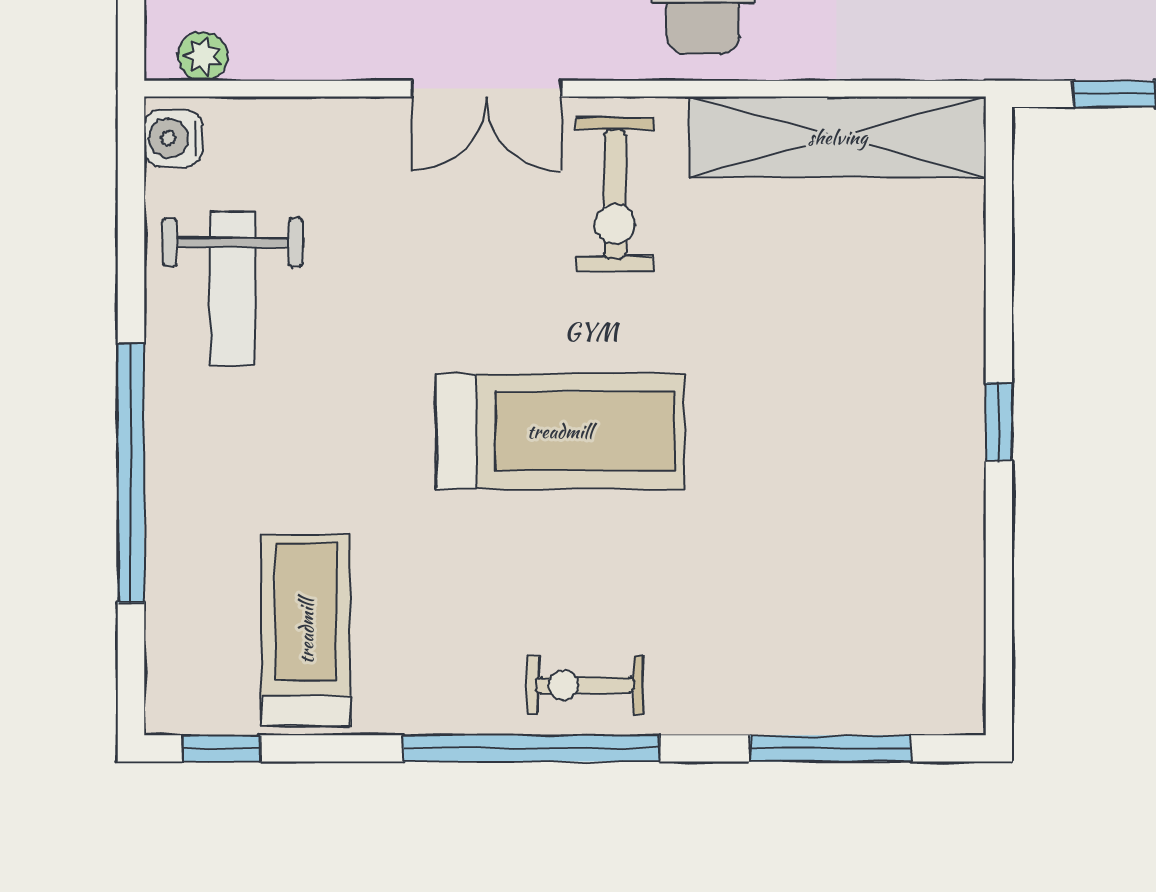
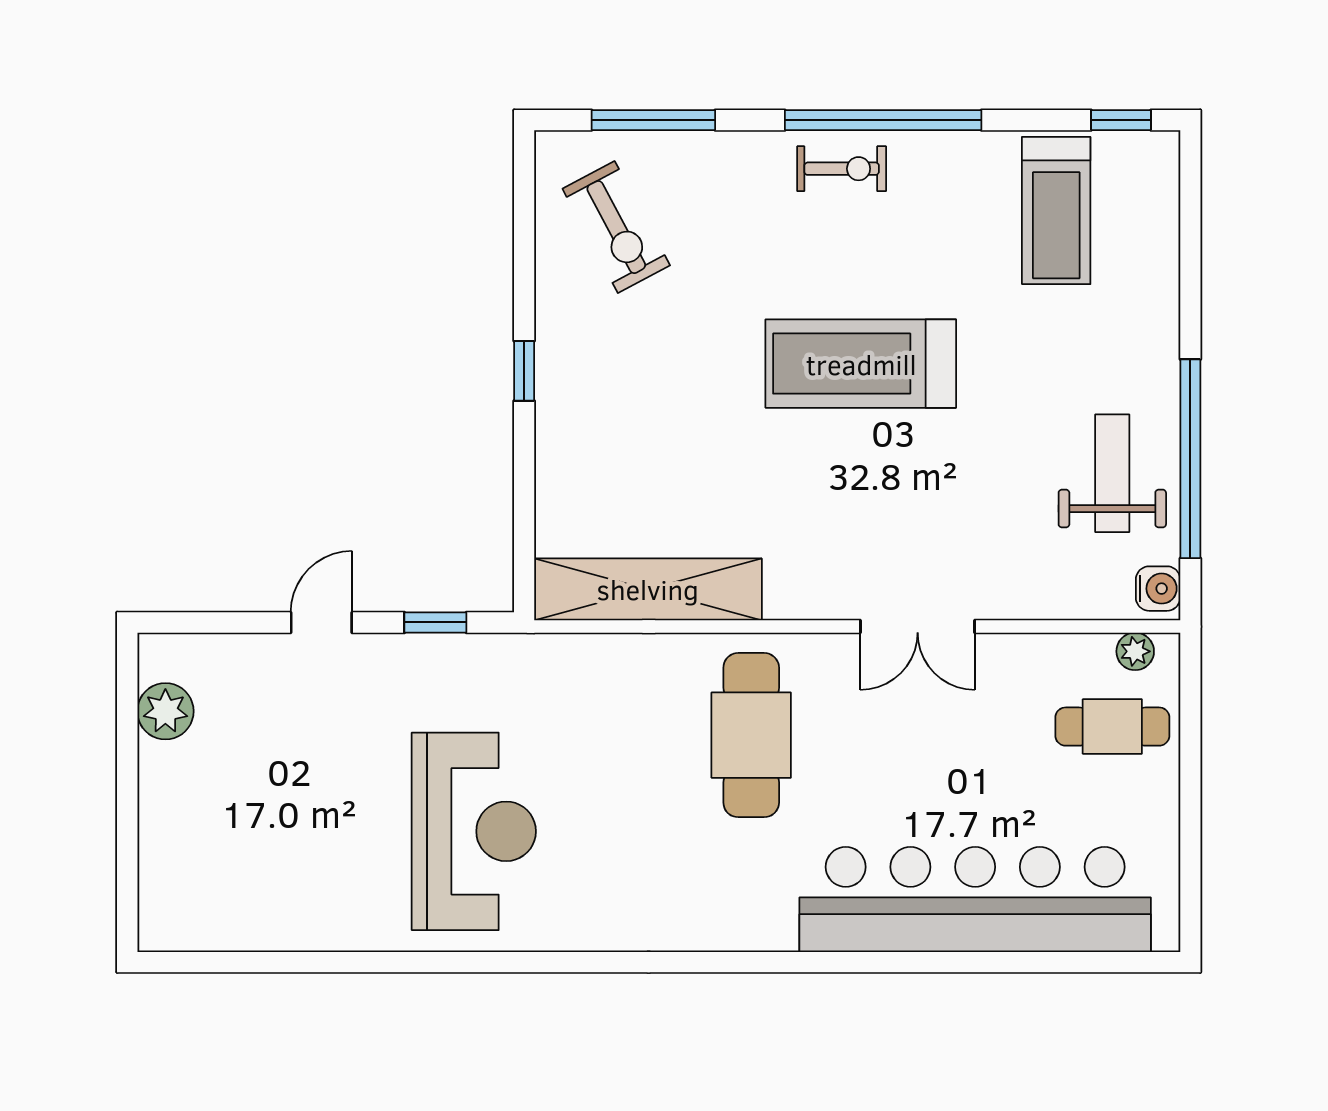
double door: (486, 89) -> (918, 627), swing flipped
exercise bike: (615, 194) -> (616, 227), moved, turned 152
window: (131, 473) -> (1190, 459), moved

